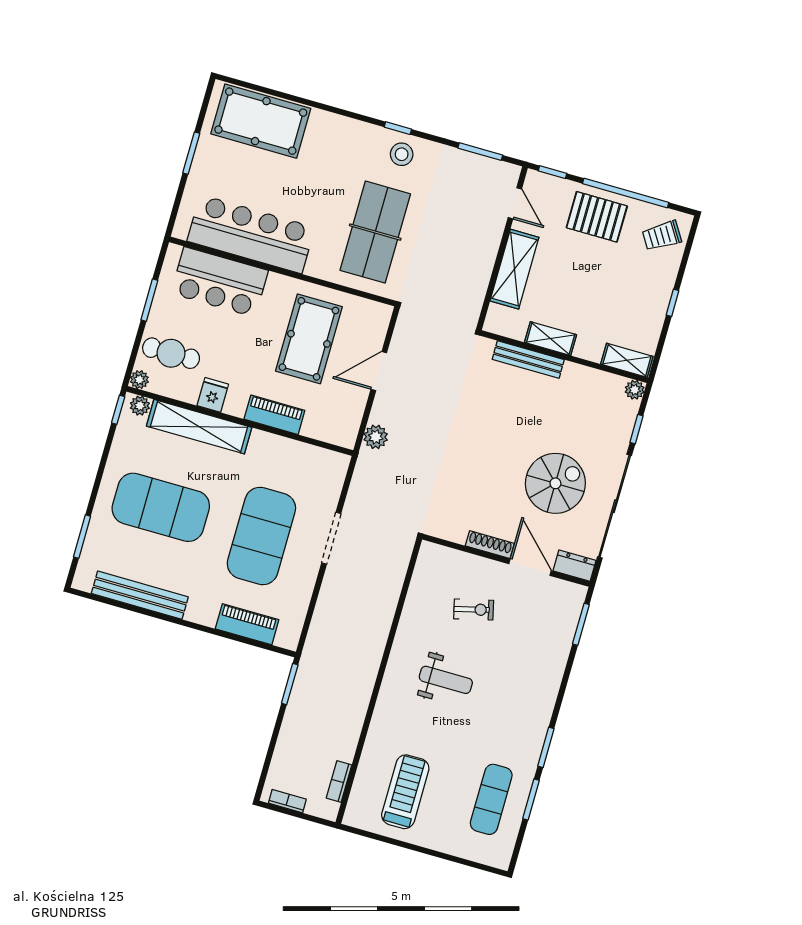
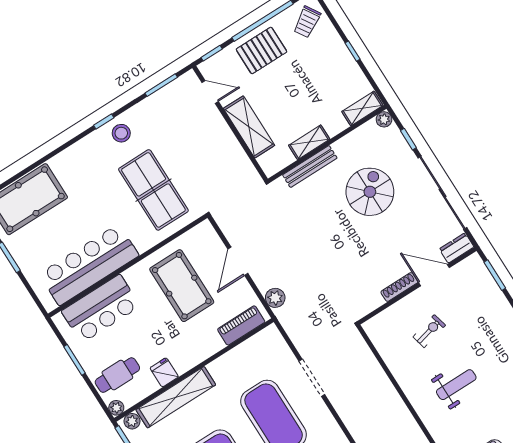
piano: (274, 415) -> (241, 325), moved
spiral stairs: (555, 483) -> (370, 192), moved

